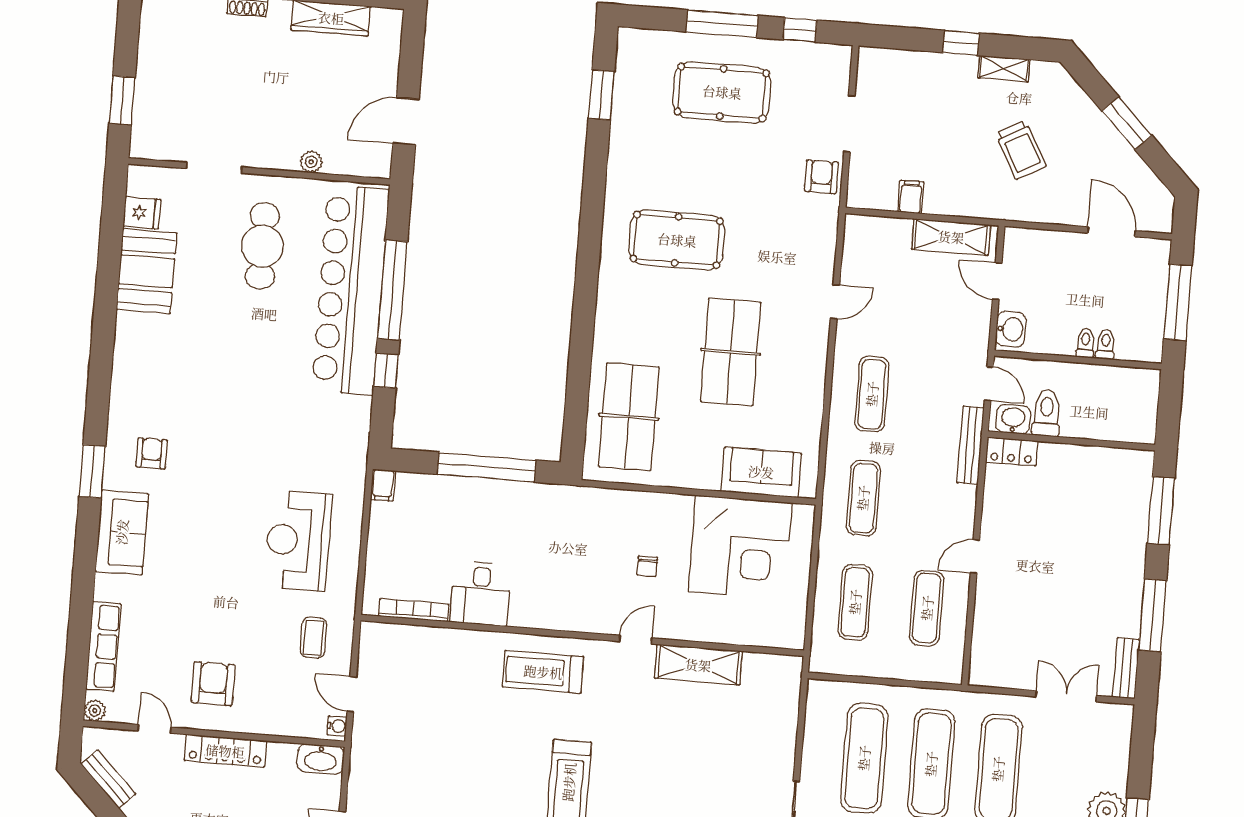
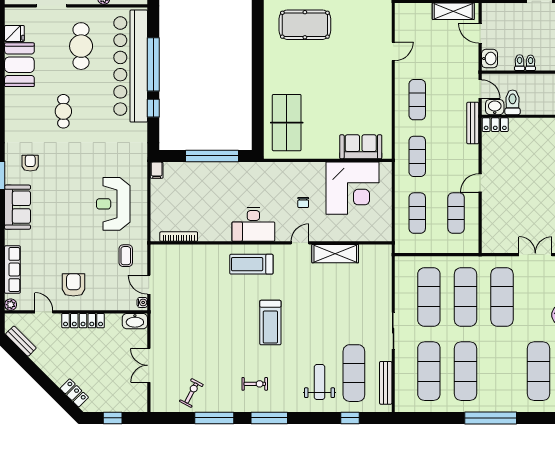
toilet: (1106, 344) -> (520, 63), moved
table tennis table: (731, 352) -> (339, 83), removed
cafe table: (220, 363) -> (63, 111), added
desk: (481, 594) -> (253, 225), moved, width x1.37

